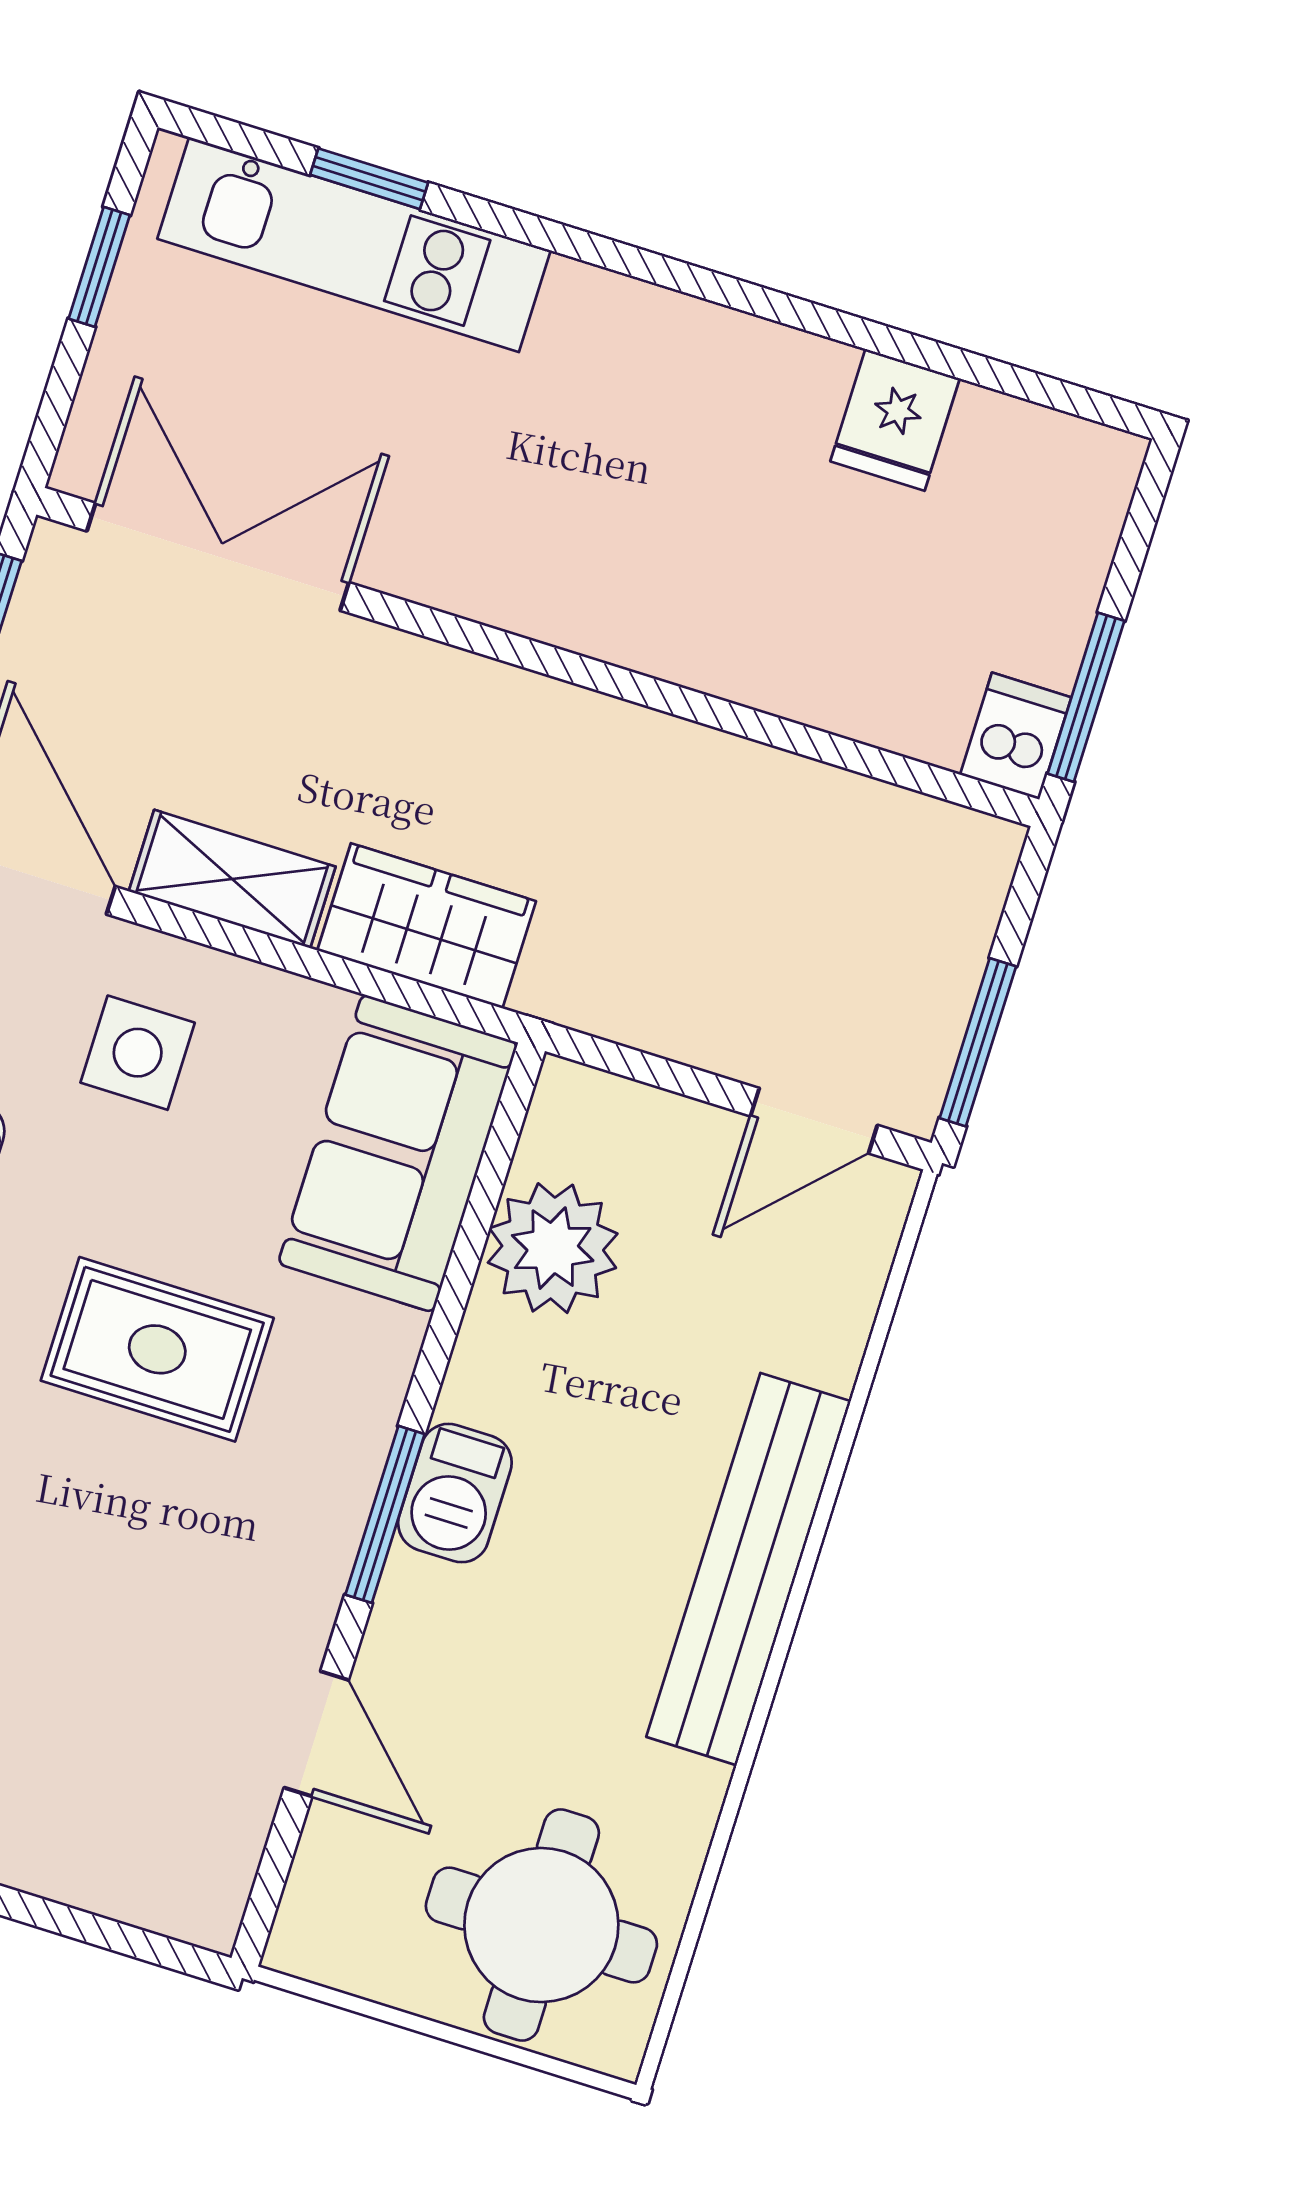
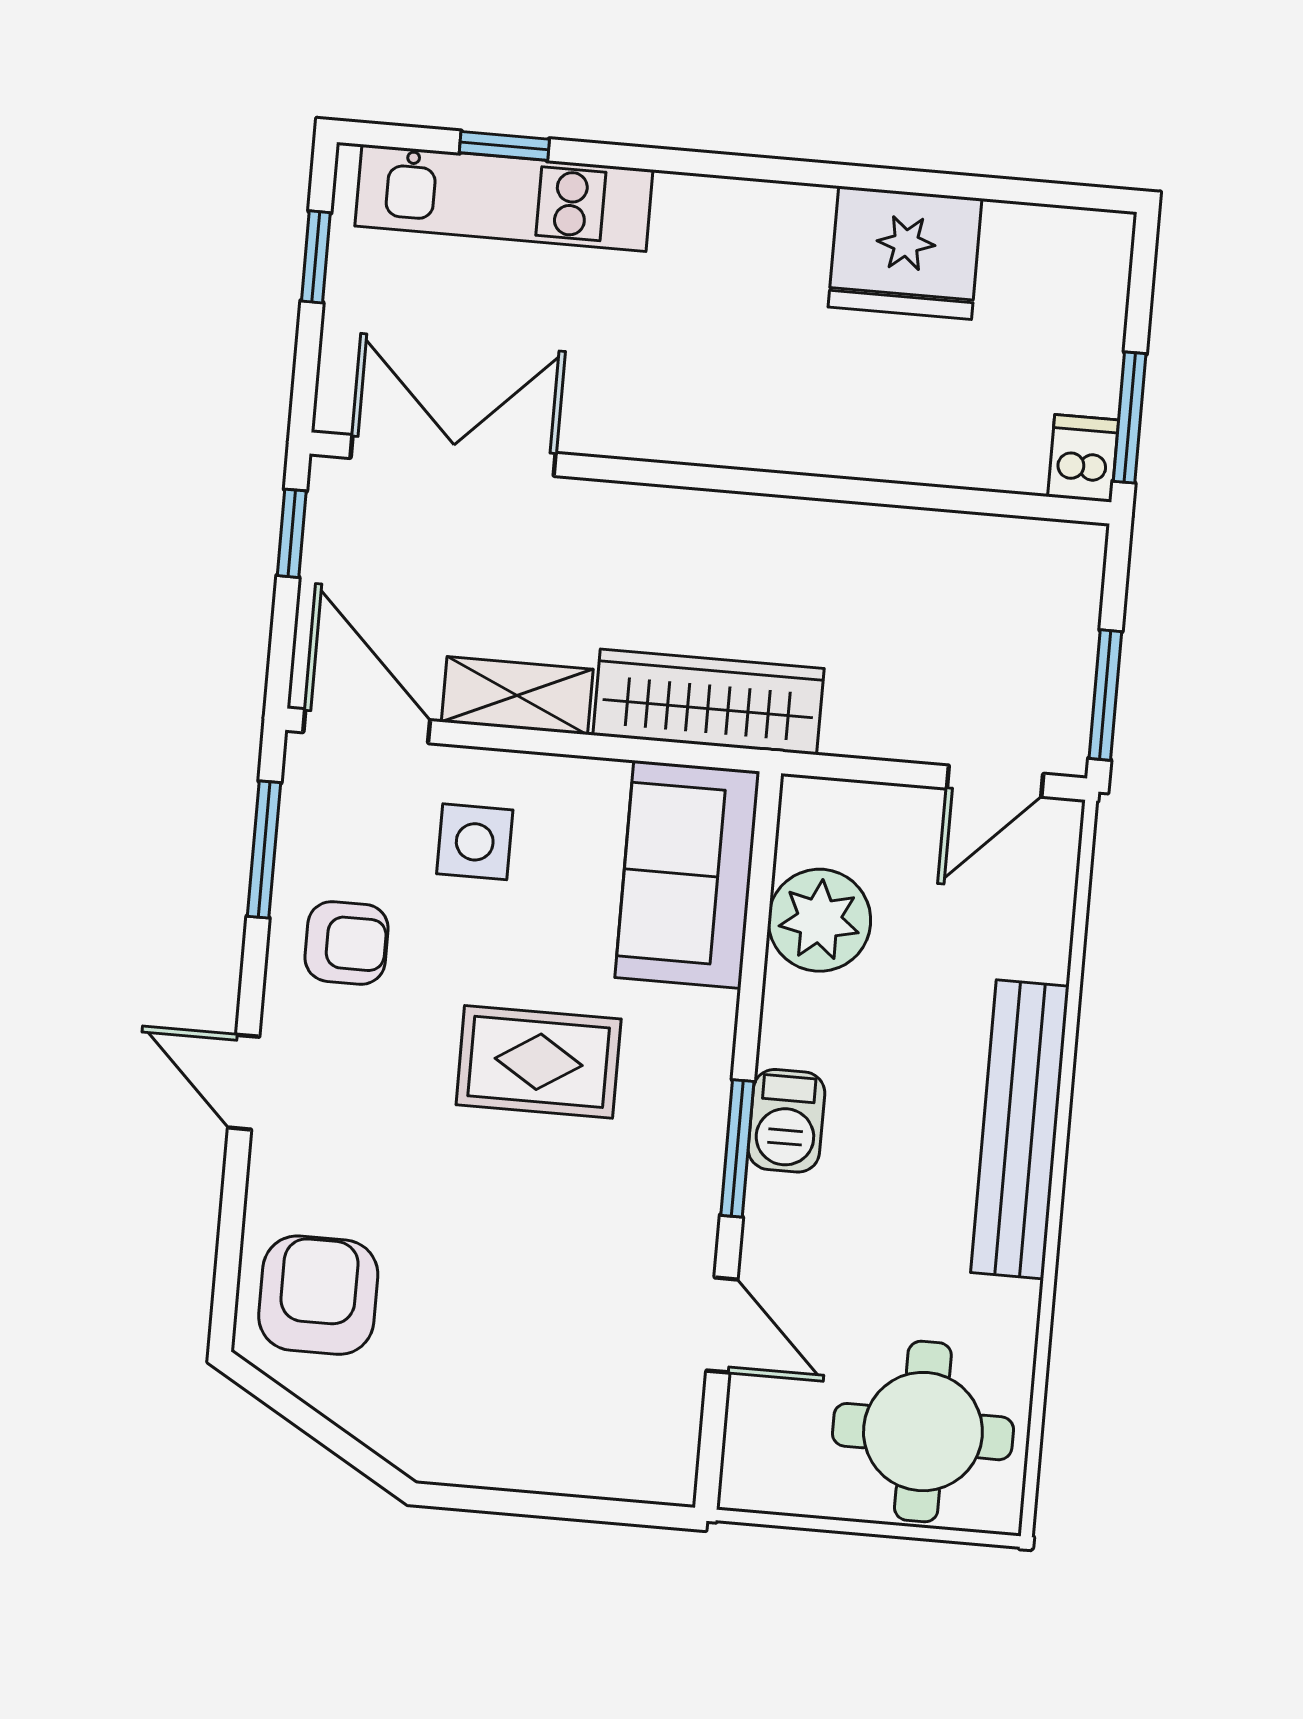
fridge: (895, 420) -> (905, 253), width x1.88, depth x1.34
wardrobe: (427, 926) -> (708, 702), width x1.50

